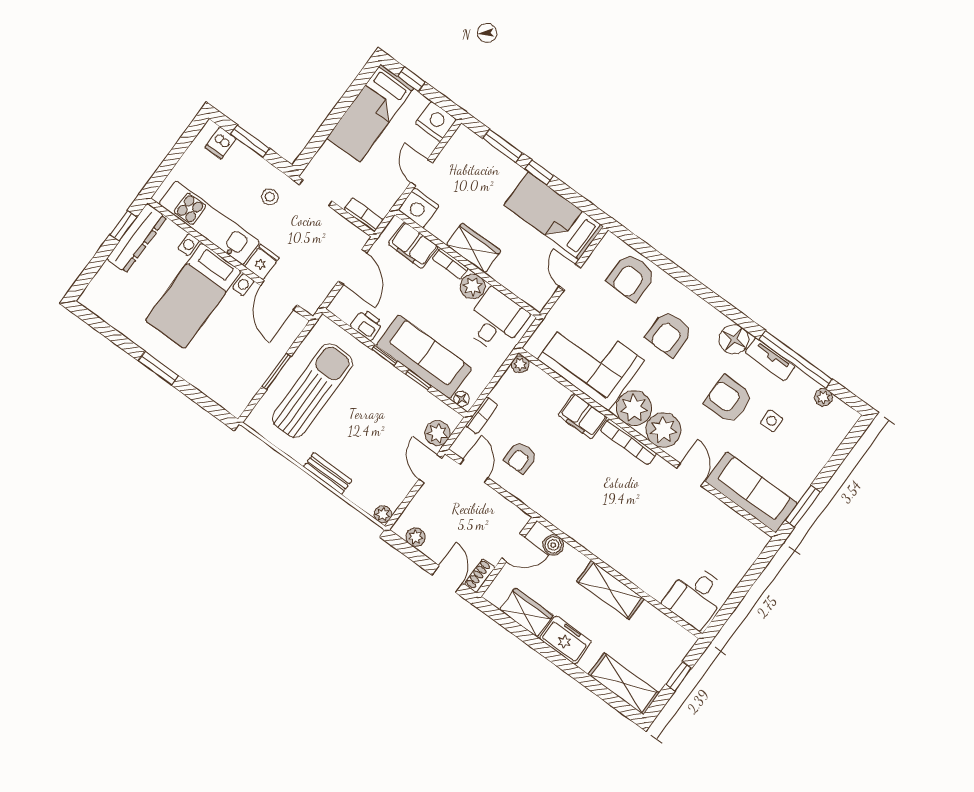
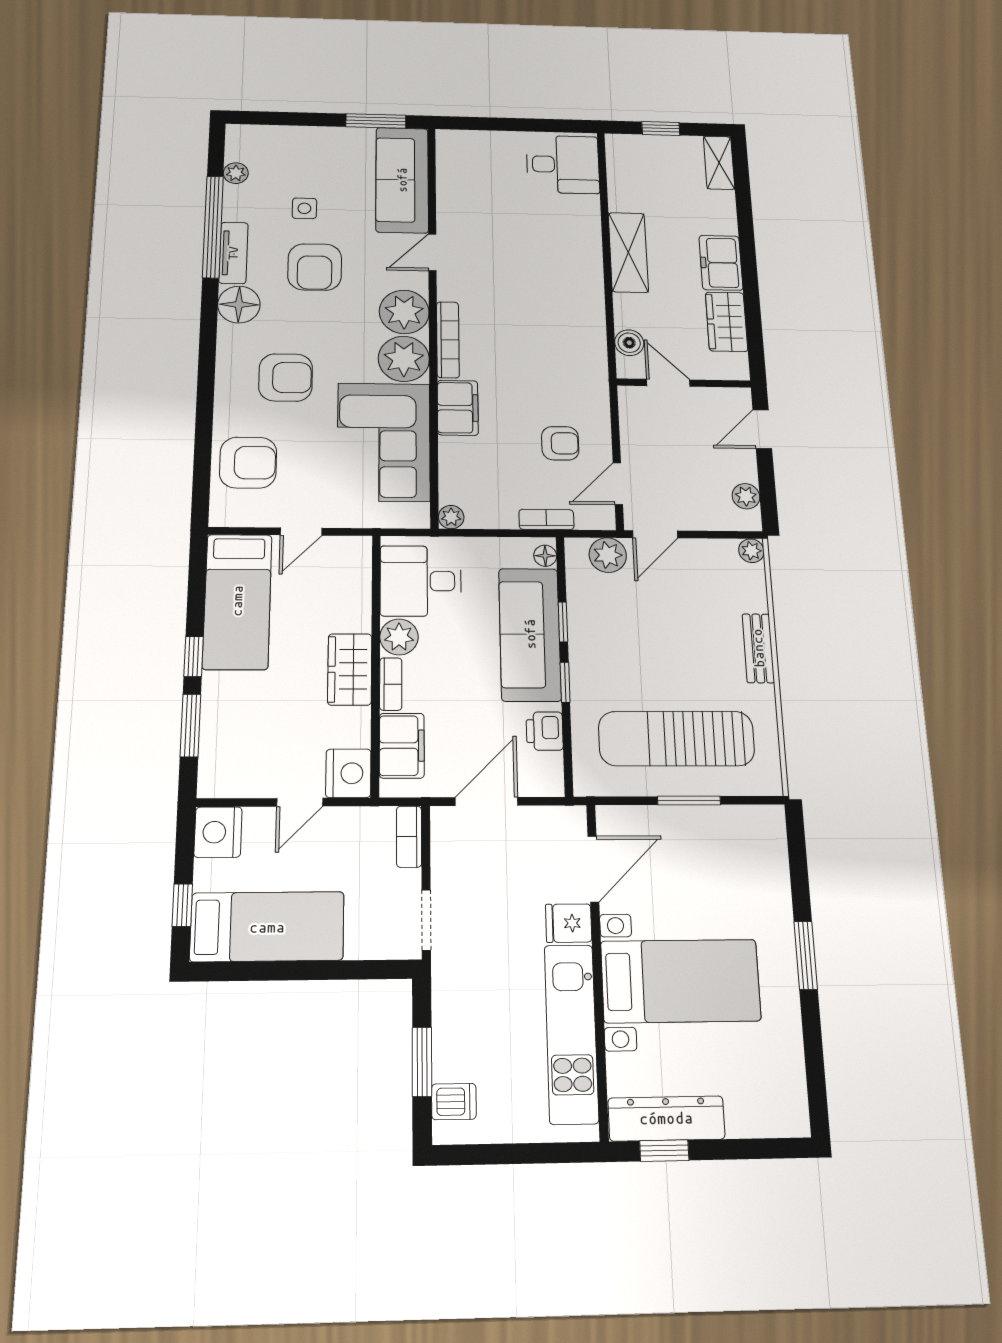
stool: (270, 197) -> (476, 978), removed
shoe rack: (480, 576) -> (729, 397), removed
shelving: (624, 684) -> (719, 163), width x0.67, depth x0.75

